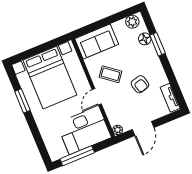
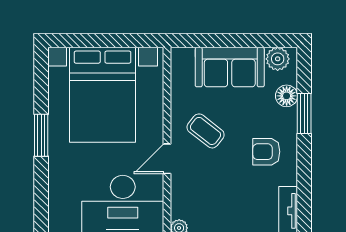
sofa: (97, 41) -> (230, 67), moved
armchair: (140, 84) -> (266, 152), moved, turned 105
window: (22, 101) -> (41, 135), moved

